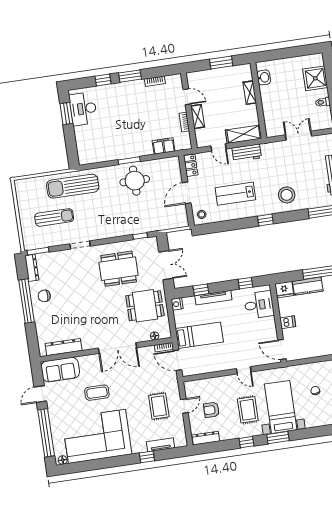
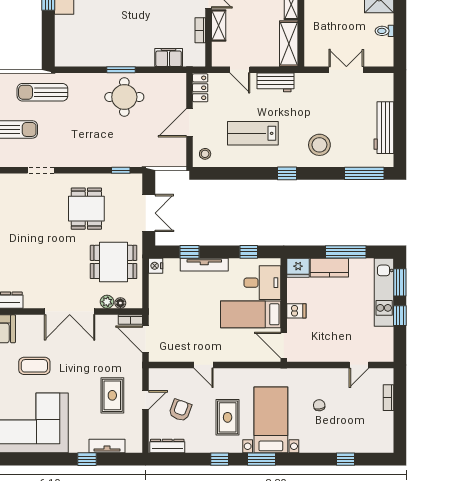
shelving: (244, 134) -> (289, 44), moved, turned 90
sun lounger: (73, 186) -> (42, 92), width x0.73, depth x0.75
dining table: (119, 269) -> (86, 209), width x0.73
bed: (199, 335) -> (251, 314), moved, turned 180
plant: (144, 336) -> (107, 302), added
door: (244, 370) -> (204, 365), moved
armchair: (211, 410) -> (180, 410), turned 110

